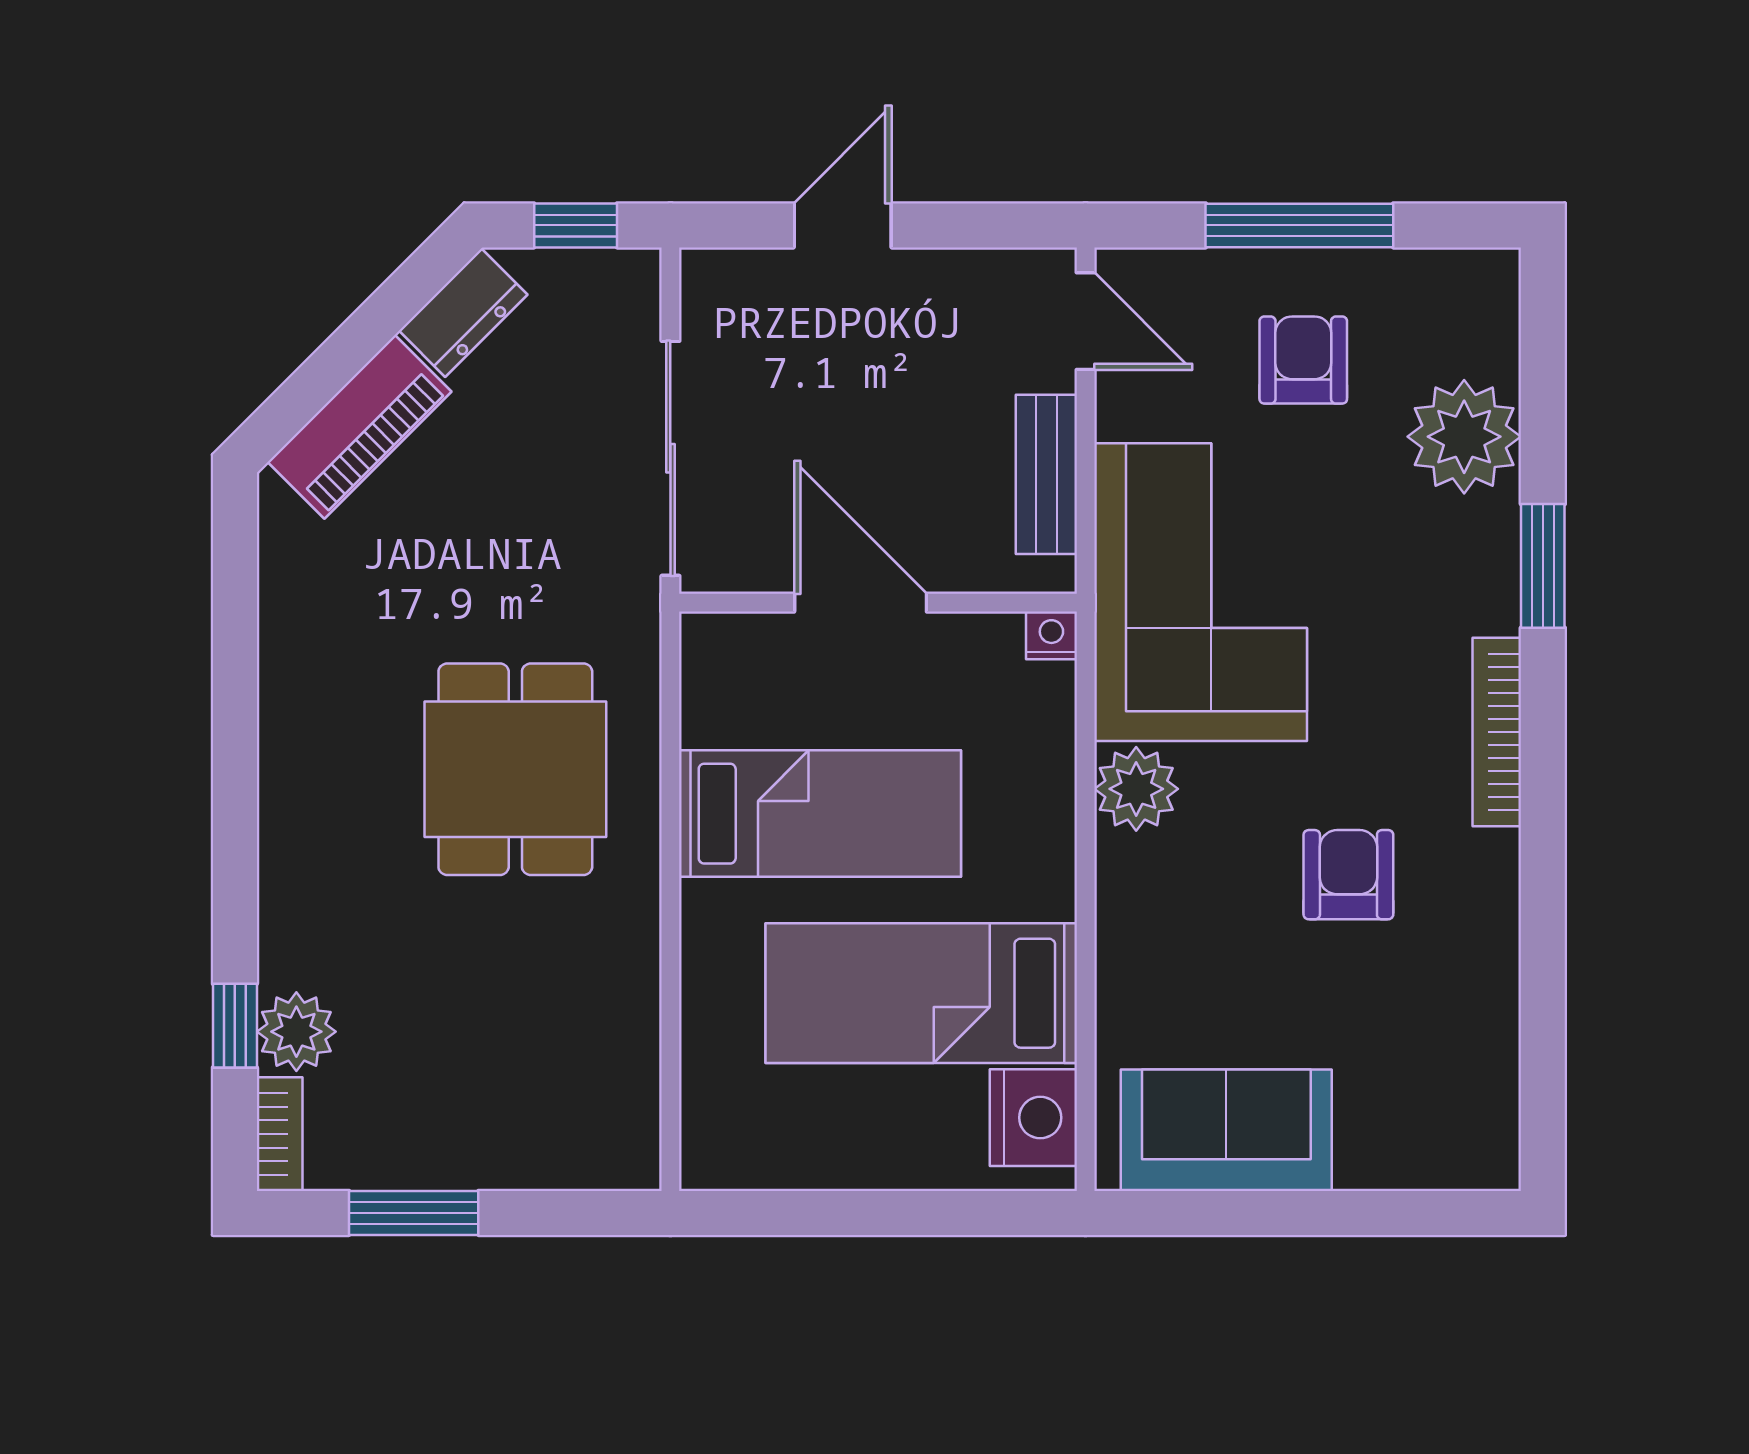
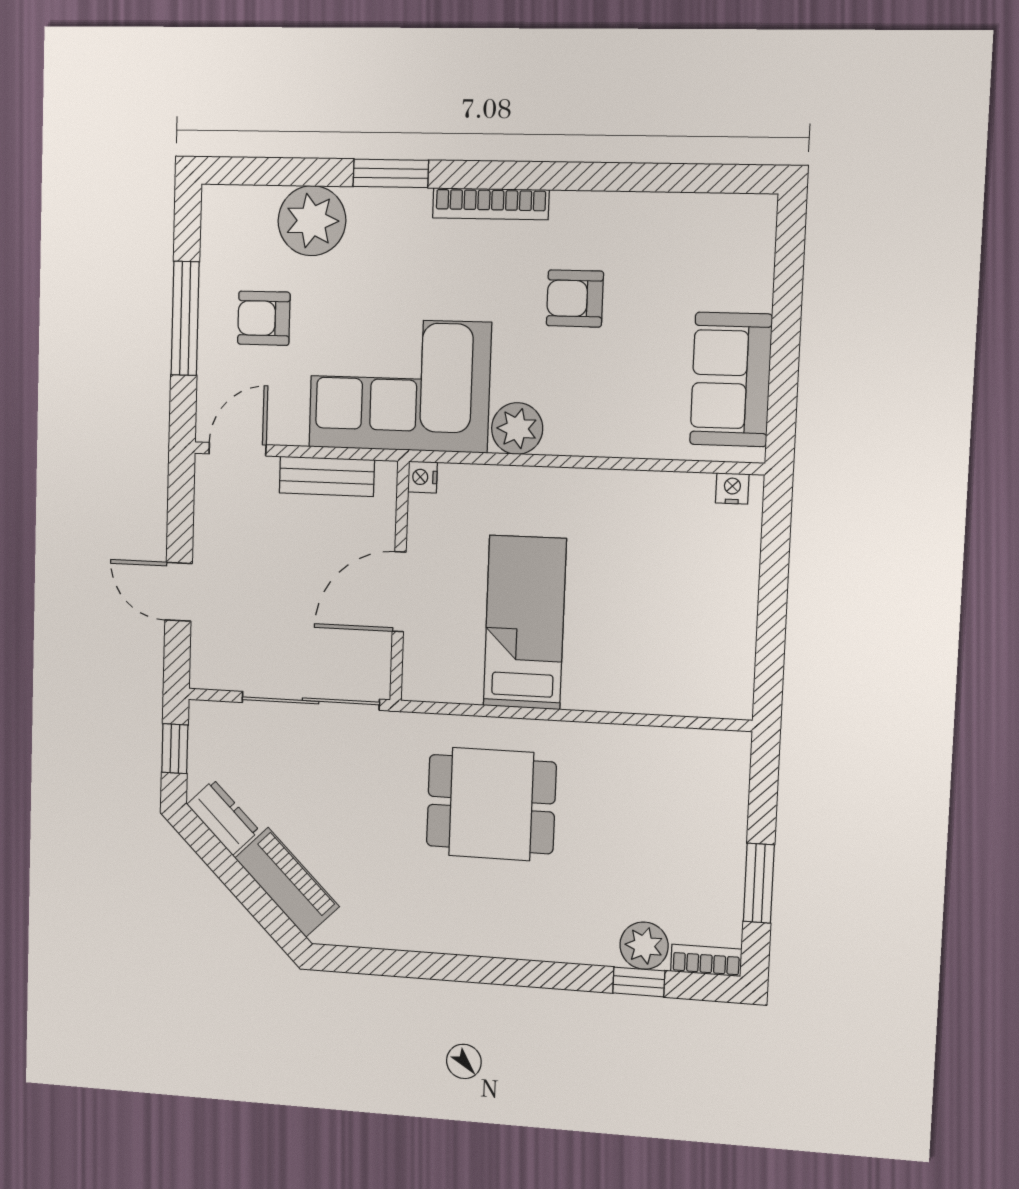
bed: (921, 993) -> (637, 566), removed
nightstand: (1033, 1118) -> (732, 488), width x0.53, depth x0.56

